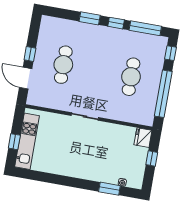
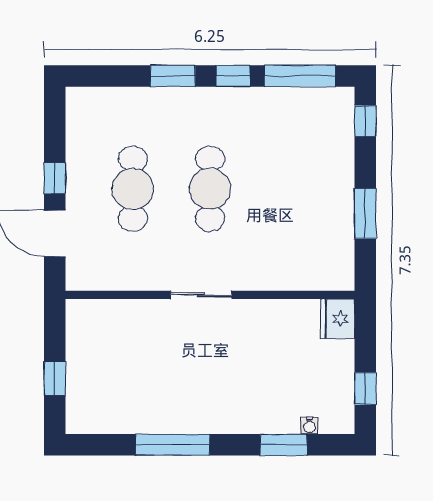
cafe table: (131, 77) -> (210, 189), moved
window: (163, 94) -> (365, 214), width x0.47
kitchen unit: (27, 141) -> (83, 372), removed
window: (152, 158) -> (365, 389), moved
window: (61, 180) -> (173, 445), added

